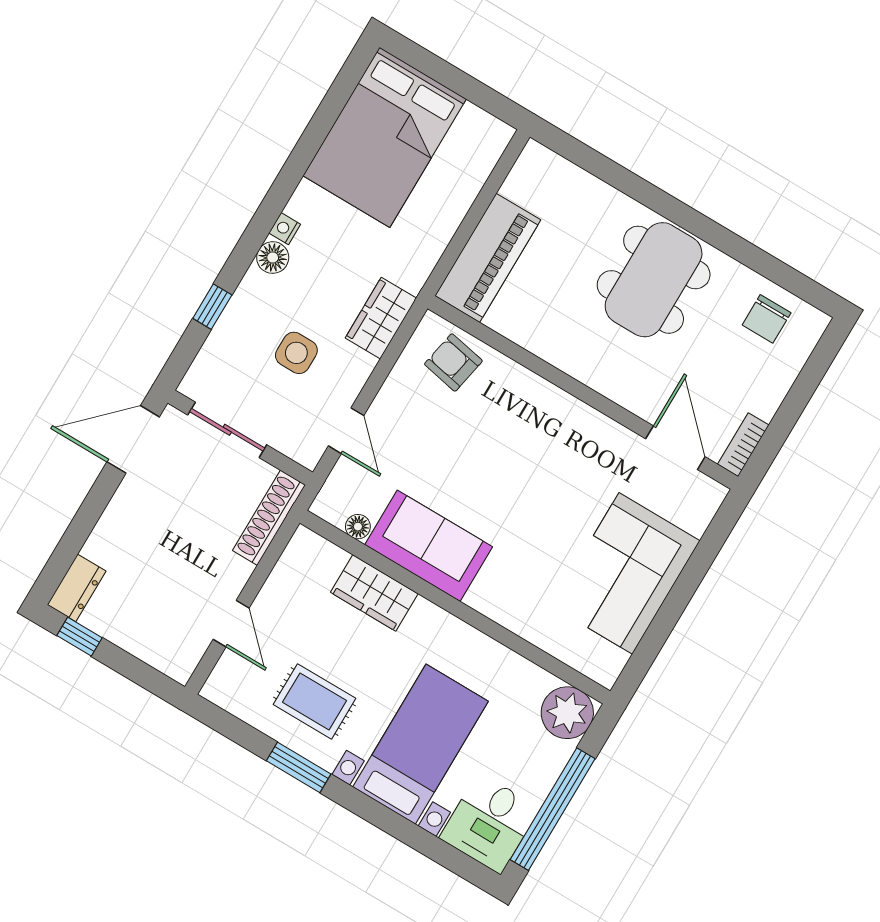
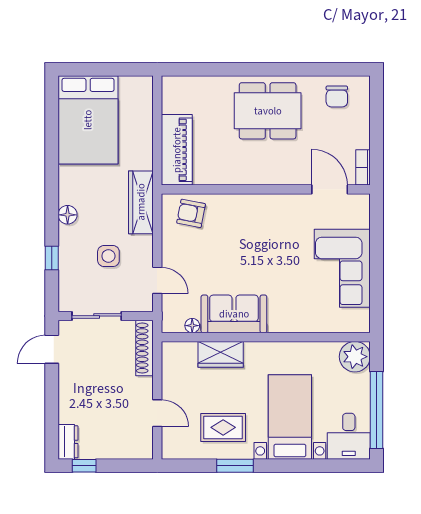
nightstand: (285, 229) -> (65, 196), removed
dining table: (654, 280) -> (268, 111), turned 90
wardrobe: (381, 318) -> (141, 202), width x1.50
door: (133, 439) -> (52, 349), width x0.73

